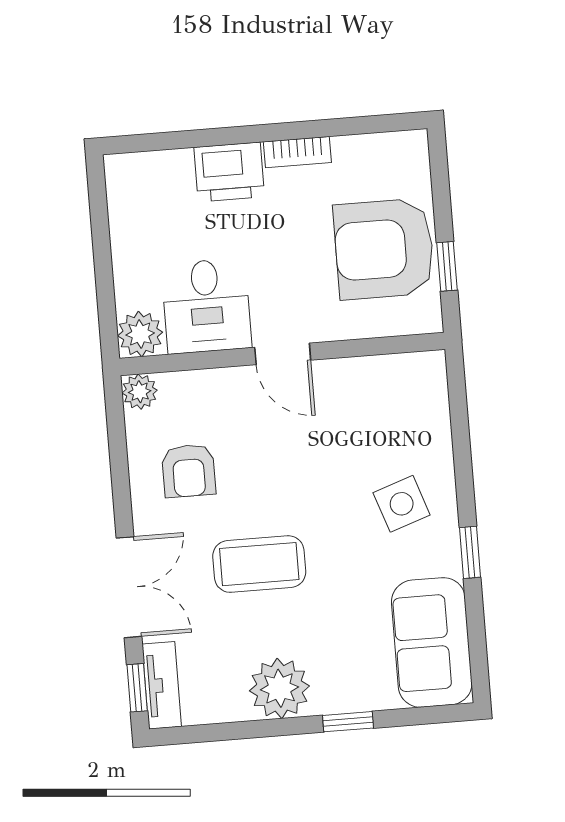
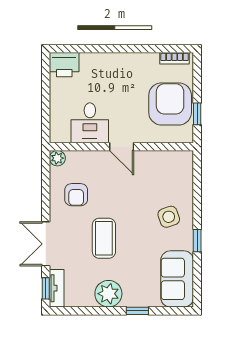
bookcase: (297, 152) -> (174, 58), moved
printer: (229, 172) -> (64, 65), moved
armchair: (384, 249) -> (170, 104), turned 90
plant: (140, 334) -> (60, 133), removed
coffee table: (259, 564) -> (104, 238), turned 90
double door: (129, 587) -> (46, 244), swing flipped

